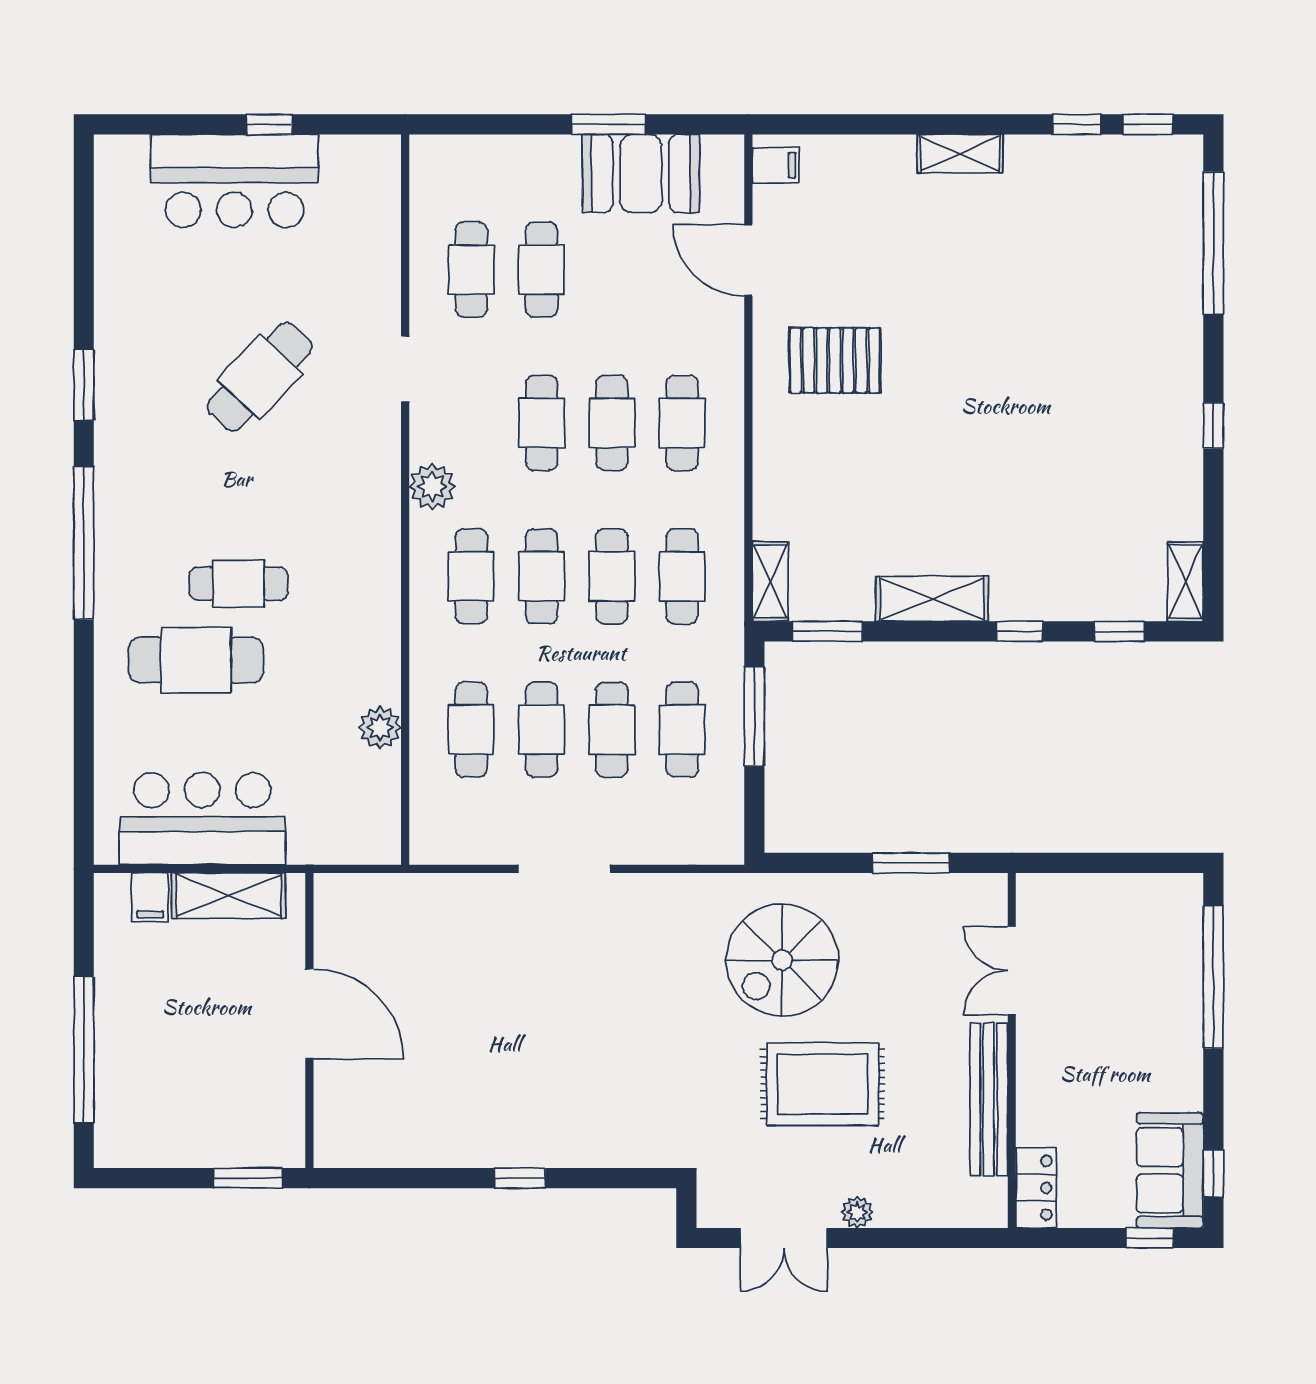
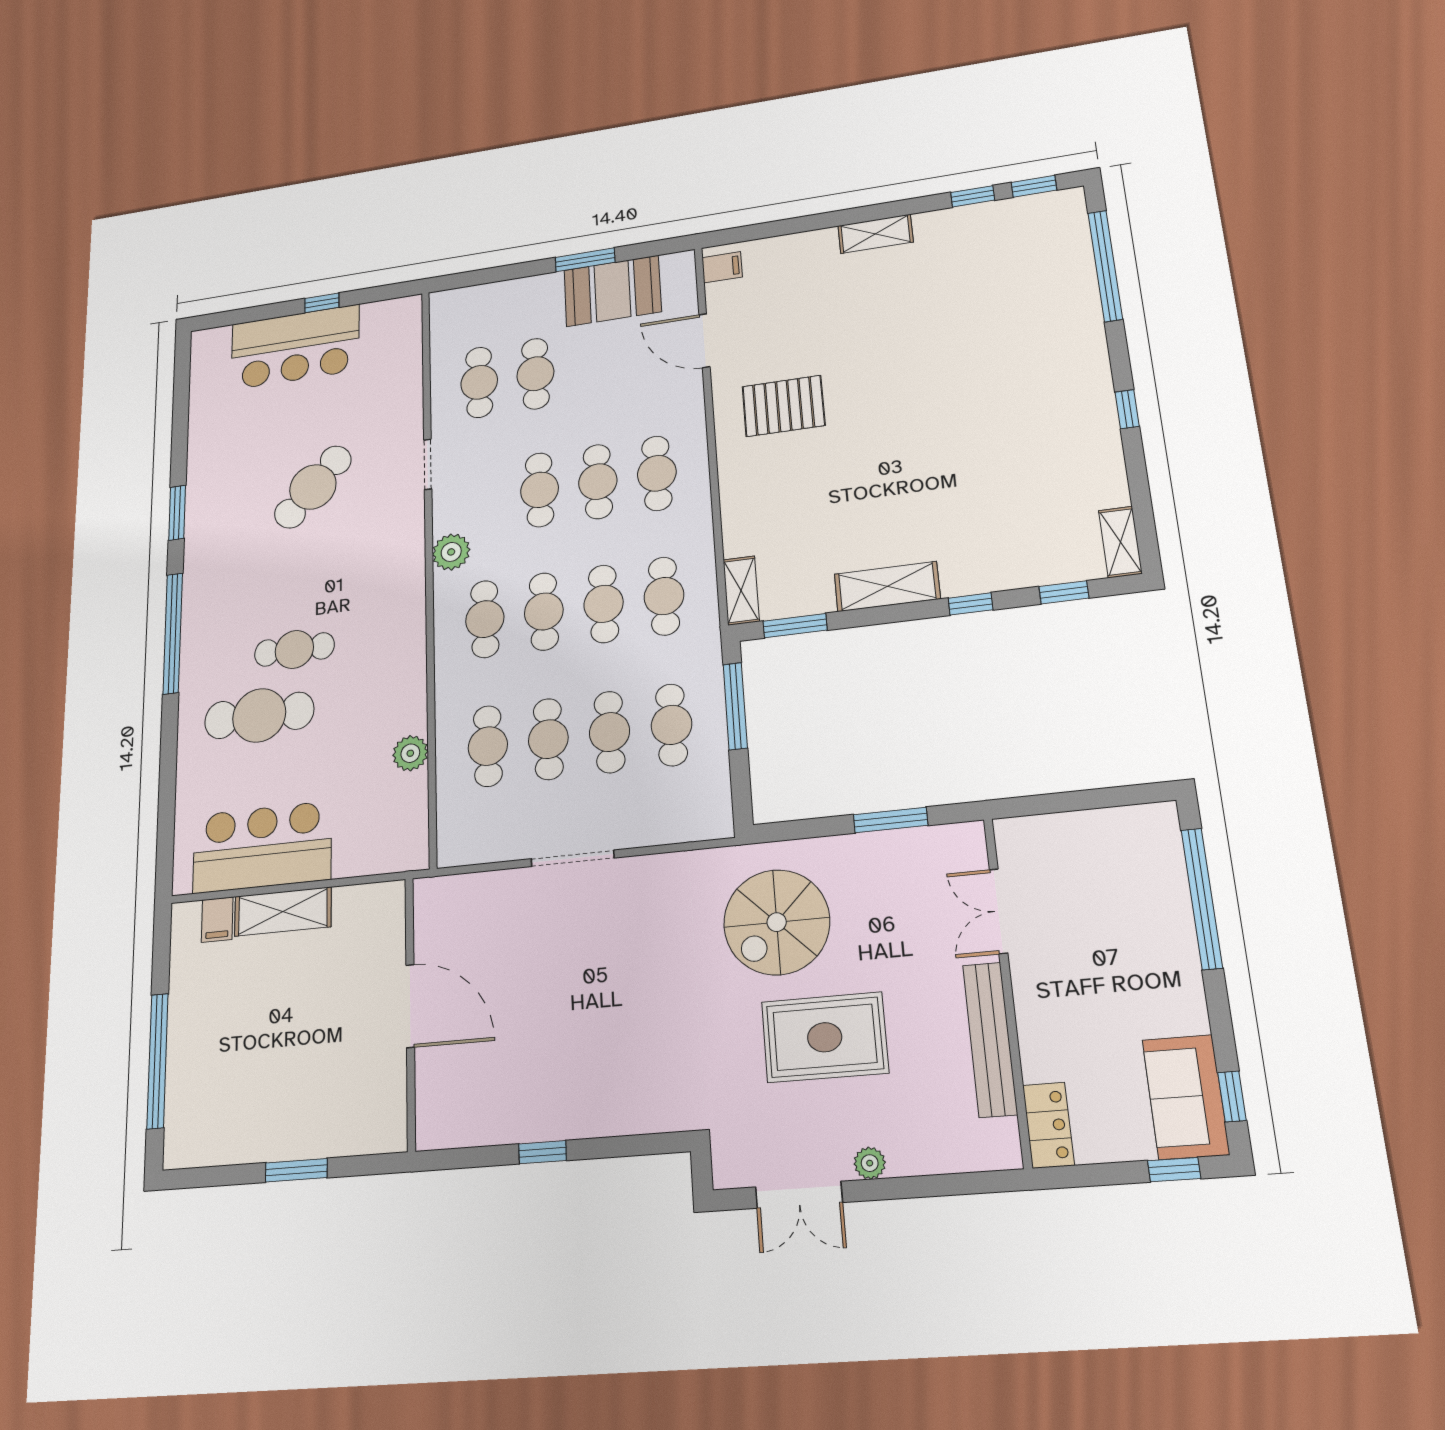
door: (309, 1014) -> (410, 1006), moved
wall: (309, 1020) -> (410, 1012), moved

